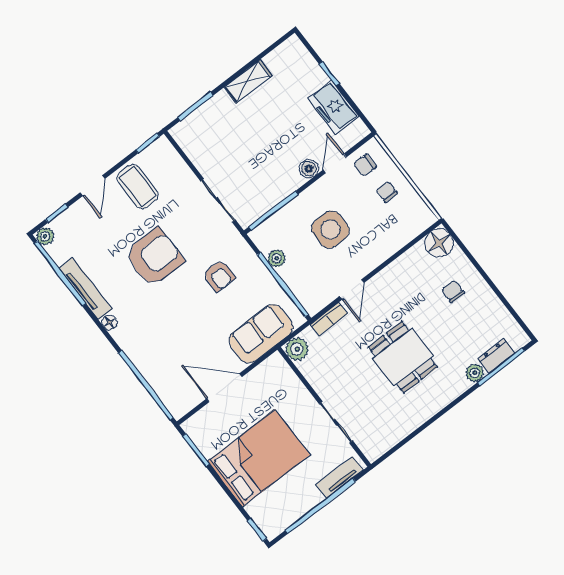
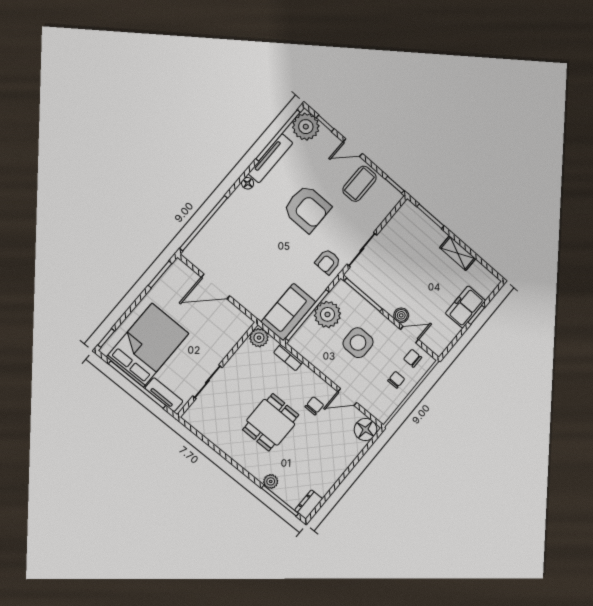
freezer: (333, 107) -> (465, 307), moved
plant: (45, 236) -> (306, 127), width x1.88, depth x1.88
plant: (277, 258) -> (327, 314), width x1.87, depth x1.87
armchair: (219, 276) -> (328, 262), moved
door: (352, 290) -> (347, 397), moved
chair: (453, 291) -> (314, 406), moved
sofa: (261, 334) -> (288, 312), moved, turned -90
dresser: (496, 356) -> (309, 504), moved, turned -90
door: (224, 388) -> (215, 286), swing flipped
bed: (259, 458) -> (148, 345), moved, turned -90

